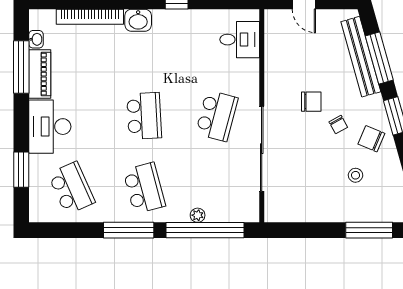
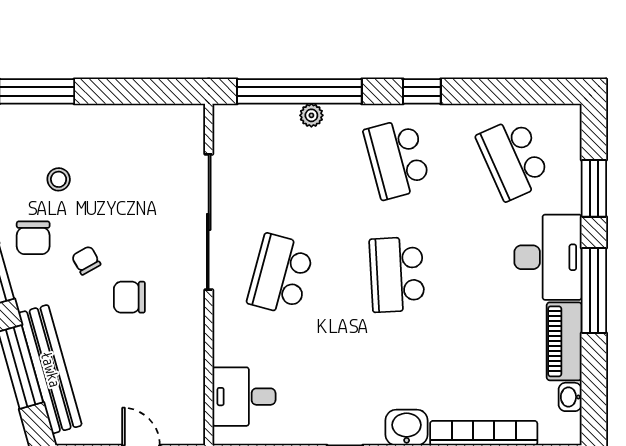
window: (21, 67) -> (594, 291), moved
chair: (371, 139) -> (33, 238), turned 67
window: (129, 230) -> (422, 91), width x0.46

